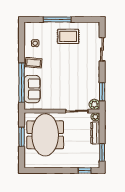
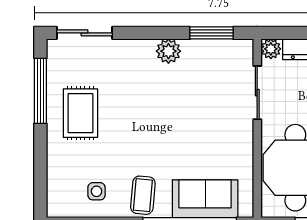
window: (57, 19) -> (40, 91), moved
sliding door: (102, 49) -> (84, 33), moved
plant: (94, 104) -> (168, 51), moved

